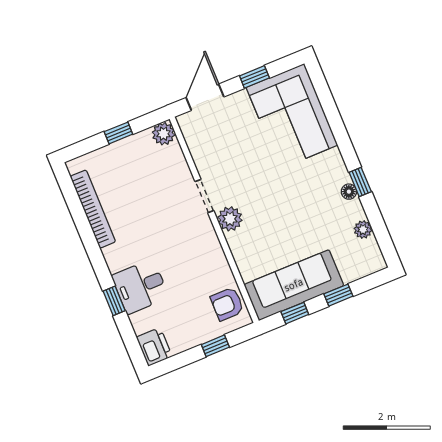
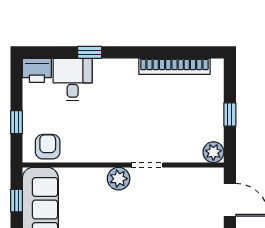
desk: (140, 287) -> (73, 79), moved

